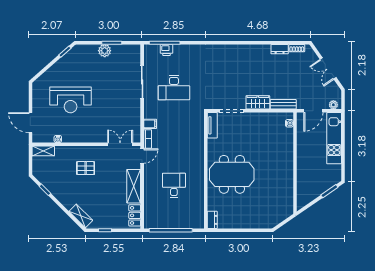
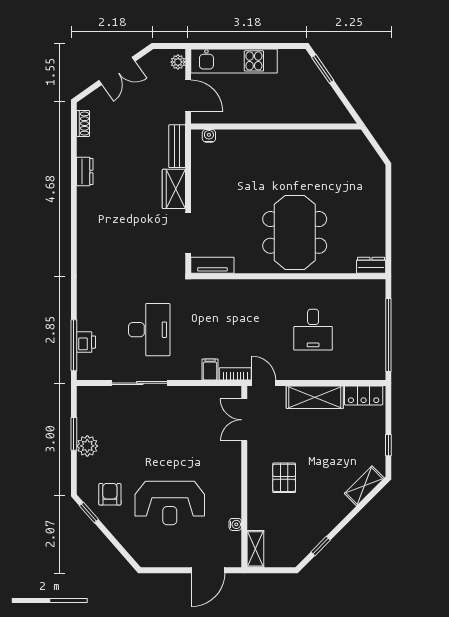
dresser: (280, 49) -> (85, 171), moved
armchair: (76, 64) -> (110, 494), added
reception desk: (71, 100) -> (170, 503), turned 90
desk: (174, 185) -> (313, 330), turned -90

